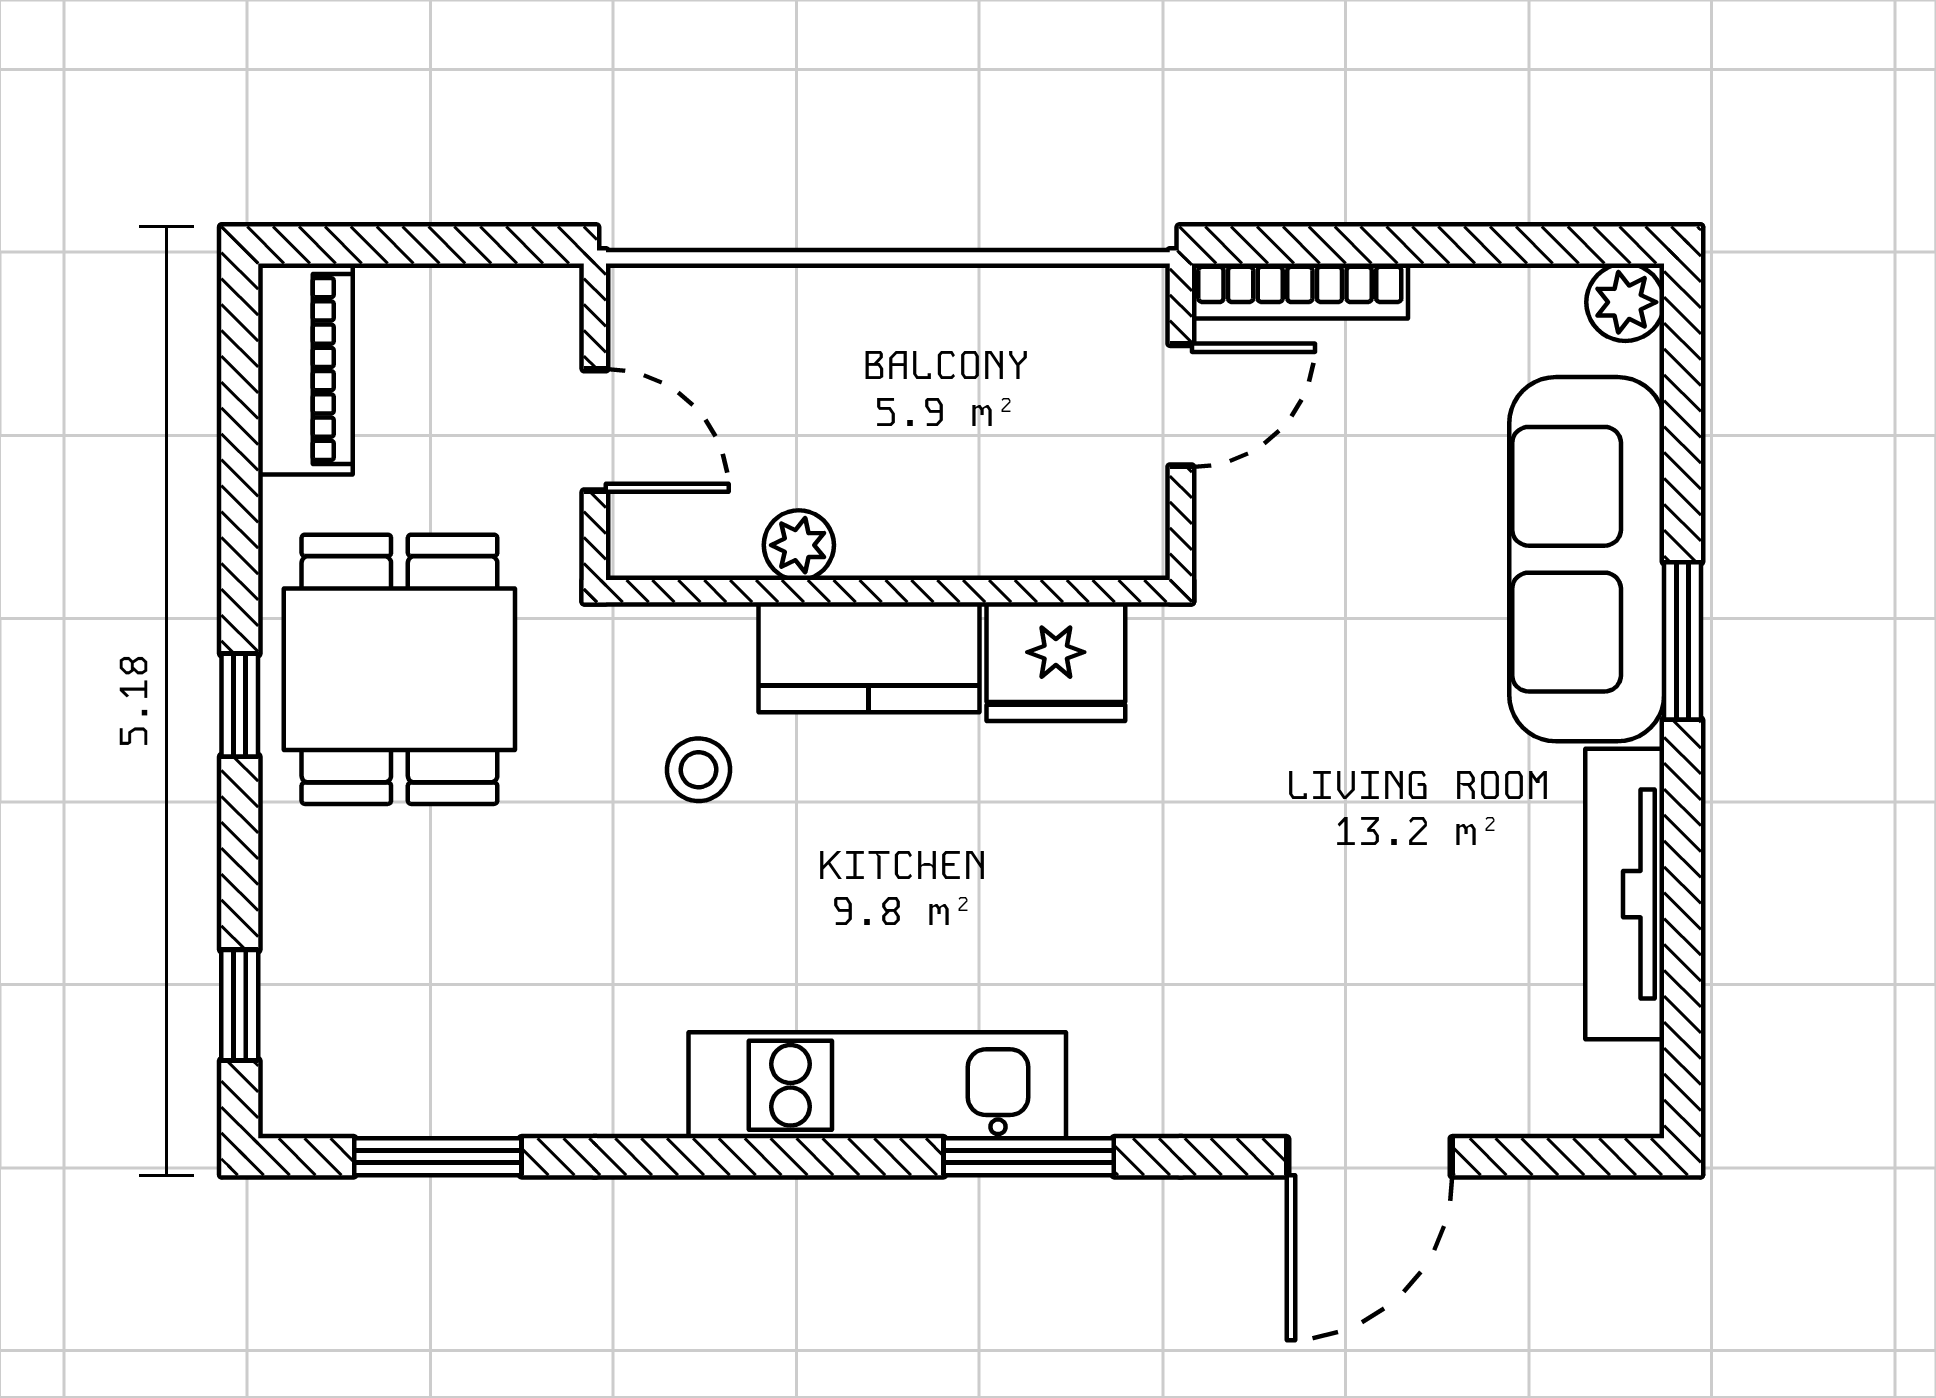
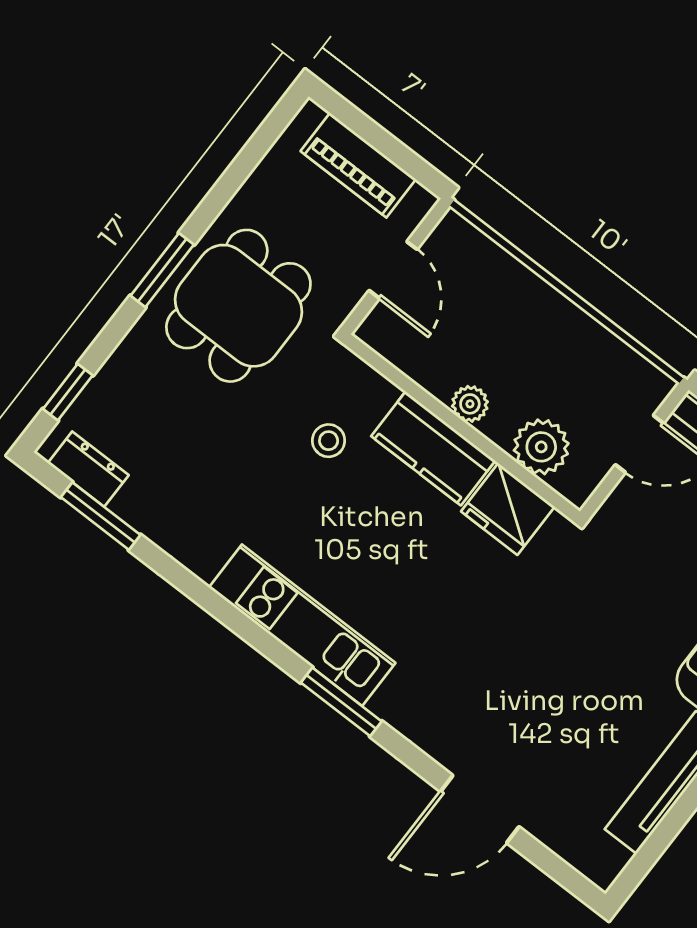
piano: (305, 369) -> (358, 165), moved, turned 90
plant: (1033, 526) -> (541, 447), added
plant: (799, 545) -> (470, 404), moved
window: (240, 705) -> (162, 270), width x1.50
dresser: (363, 1099) -> (88, 469), added

